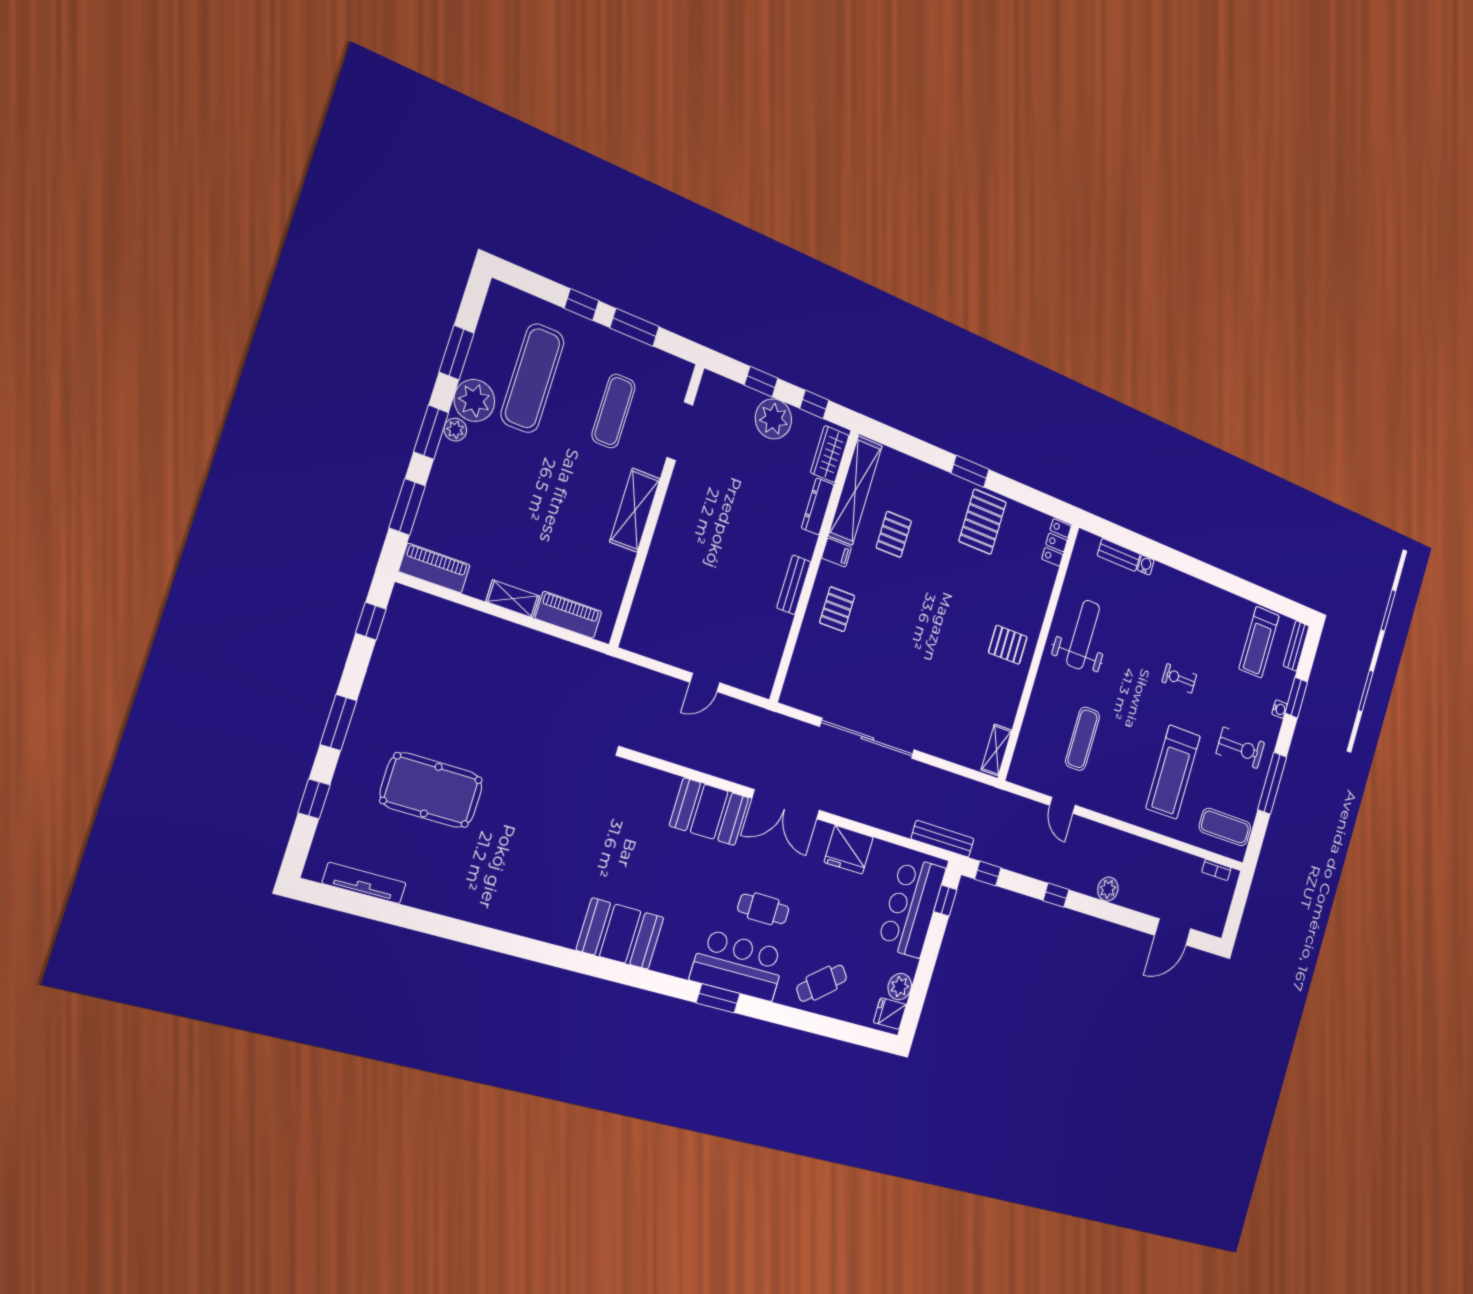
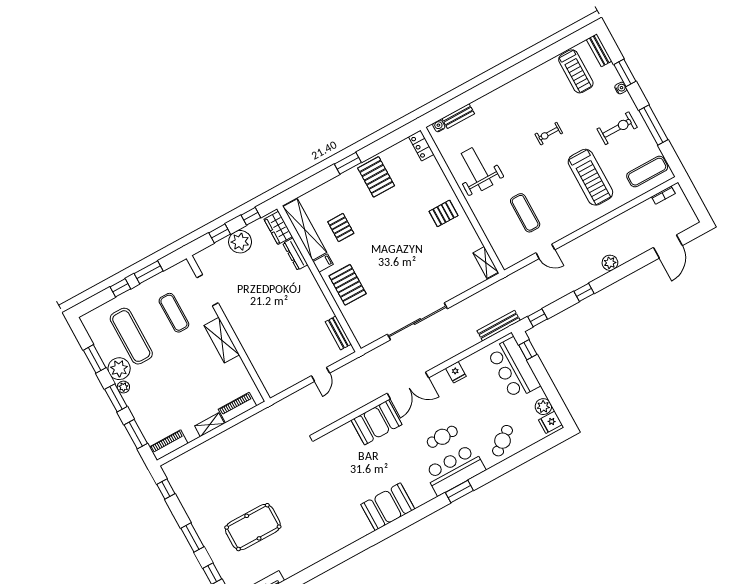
water cooler: (1146, 565) -> (439, 126), moved
bench: (794, 585) -> (338, 333), moved
pallet: (837, 609) -> (348, 285), width x1.50, depth x1.42
fridge: (849, 850) -> (456, 372), width x0.53, depth x0.75

